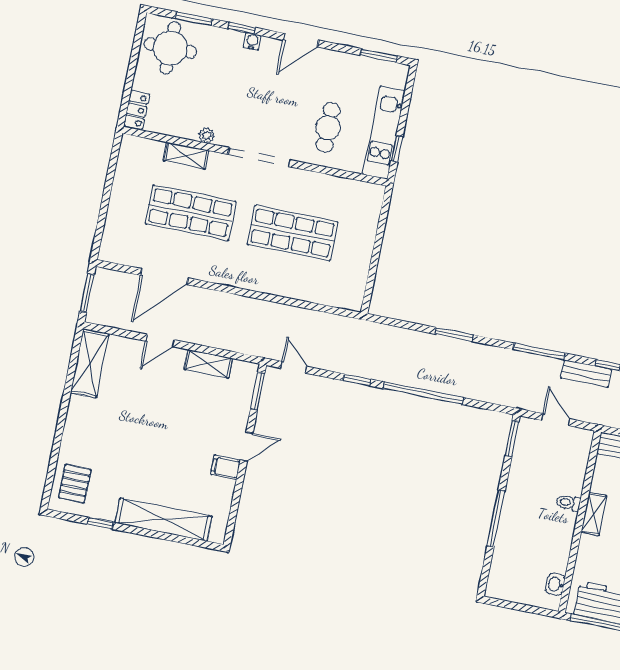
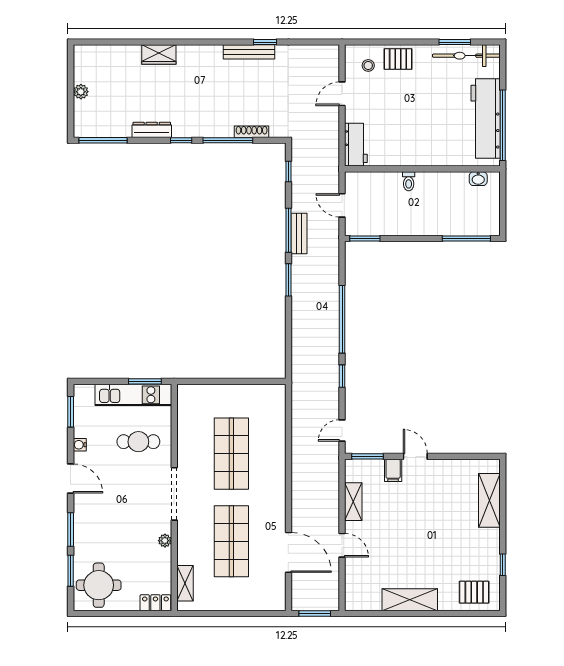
window: (242, 28) -> (71, 530), width x1.50
water cooler: (252, 41) -> (80, 445), moved
window: (397, 149) -> (145, 381), width x1.50
shelving: (186, 156) -> (185, 583), moved
window: (454, 334) -> (288, 280), moved
shelving: (90, 363) -> (410, 600), moved
bench: (586, 374) -> (299, 233), moved
door: (556, 420) -> (342, 205), hinge flipped
filing cabinet: (226, 467) -> (393, 470), moved
shelving: (594, 514) -> (414, 158), removed
window: (496, 519) -> (466, 238), moved
shelving: (164, 520) -> (489, 500), width x0.68

